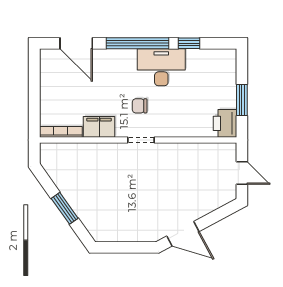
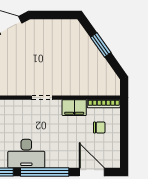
chair: (140, 106) -> (99, 127), moved

